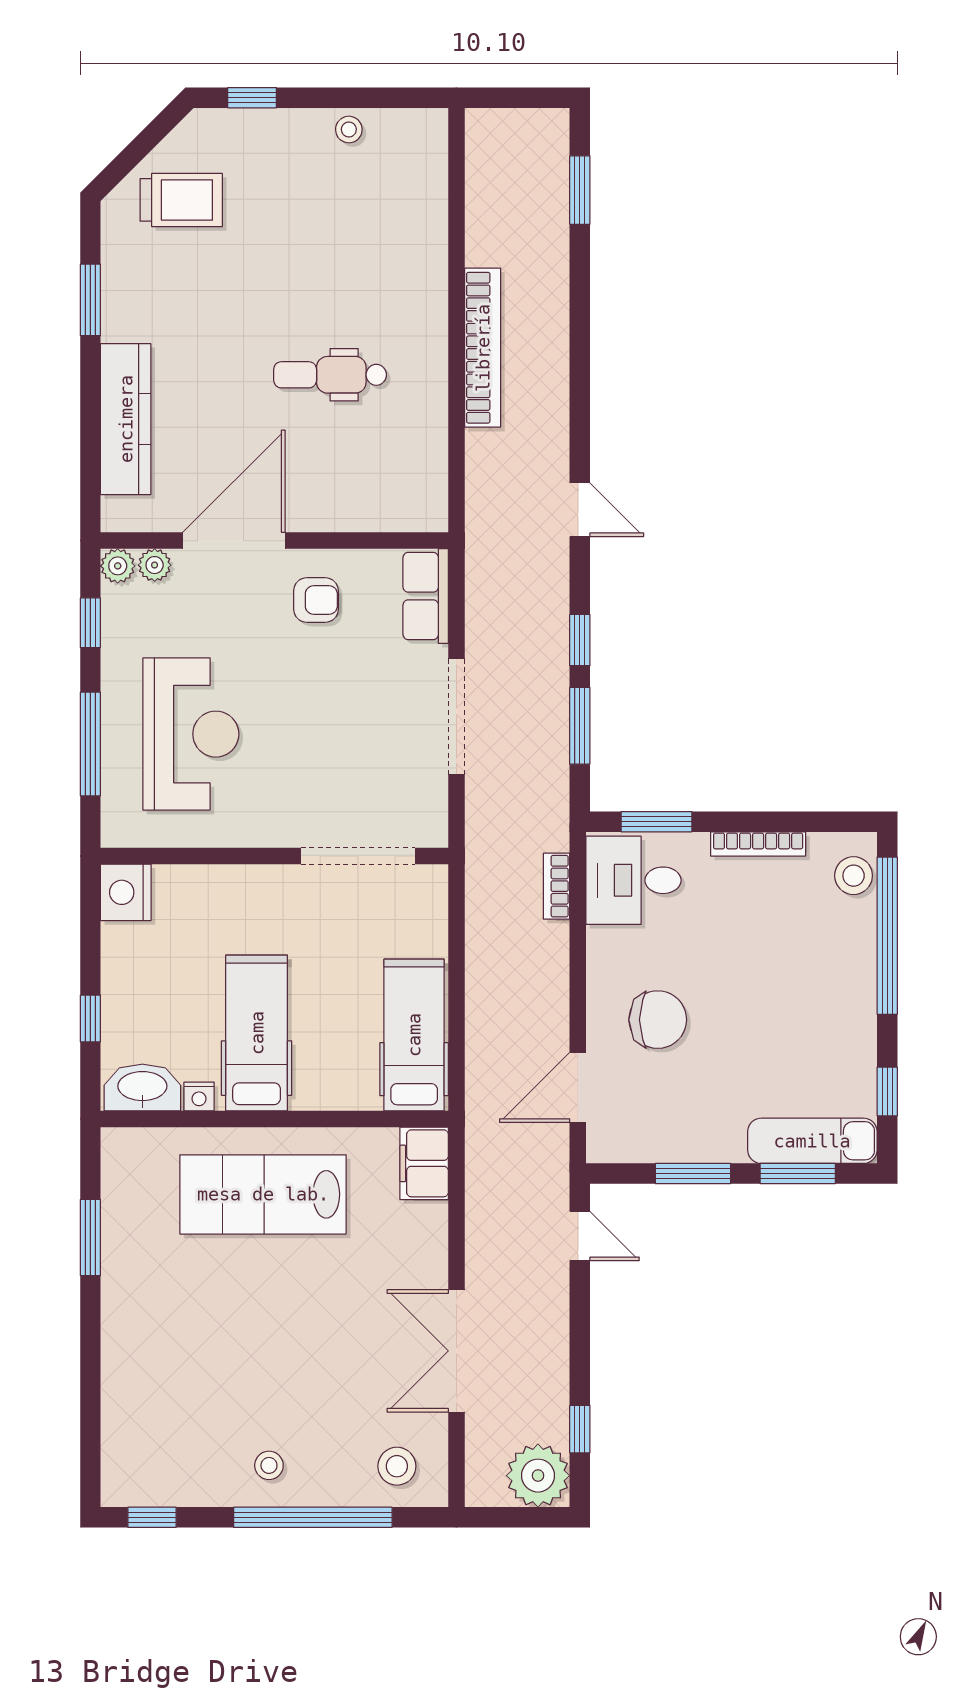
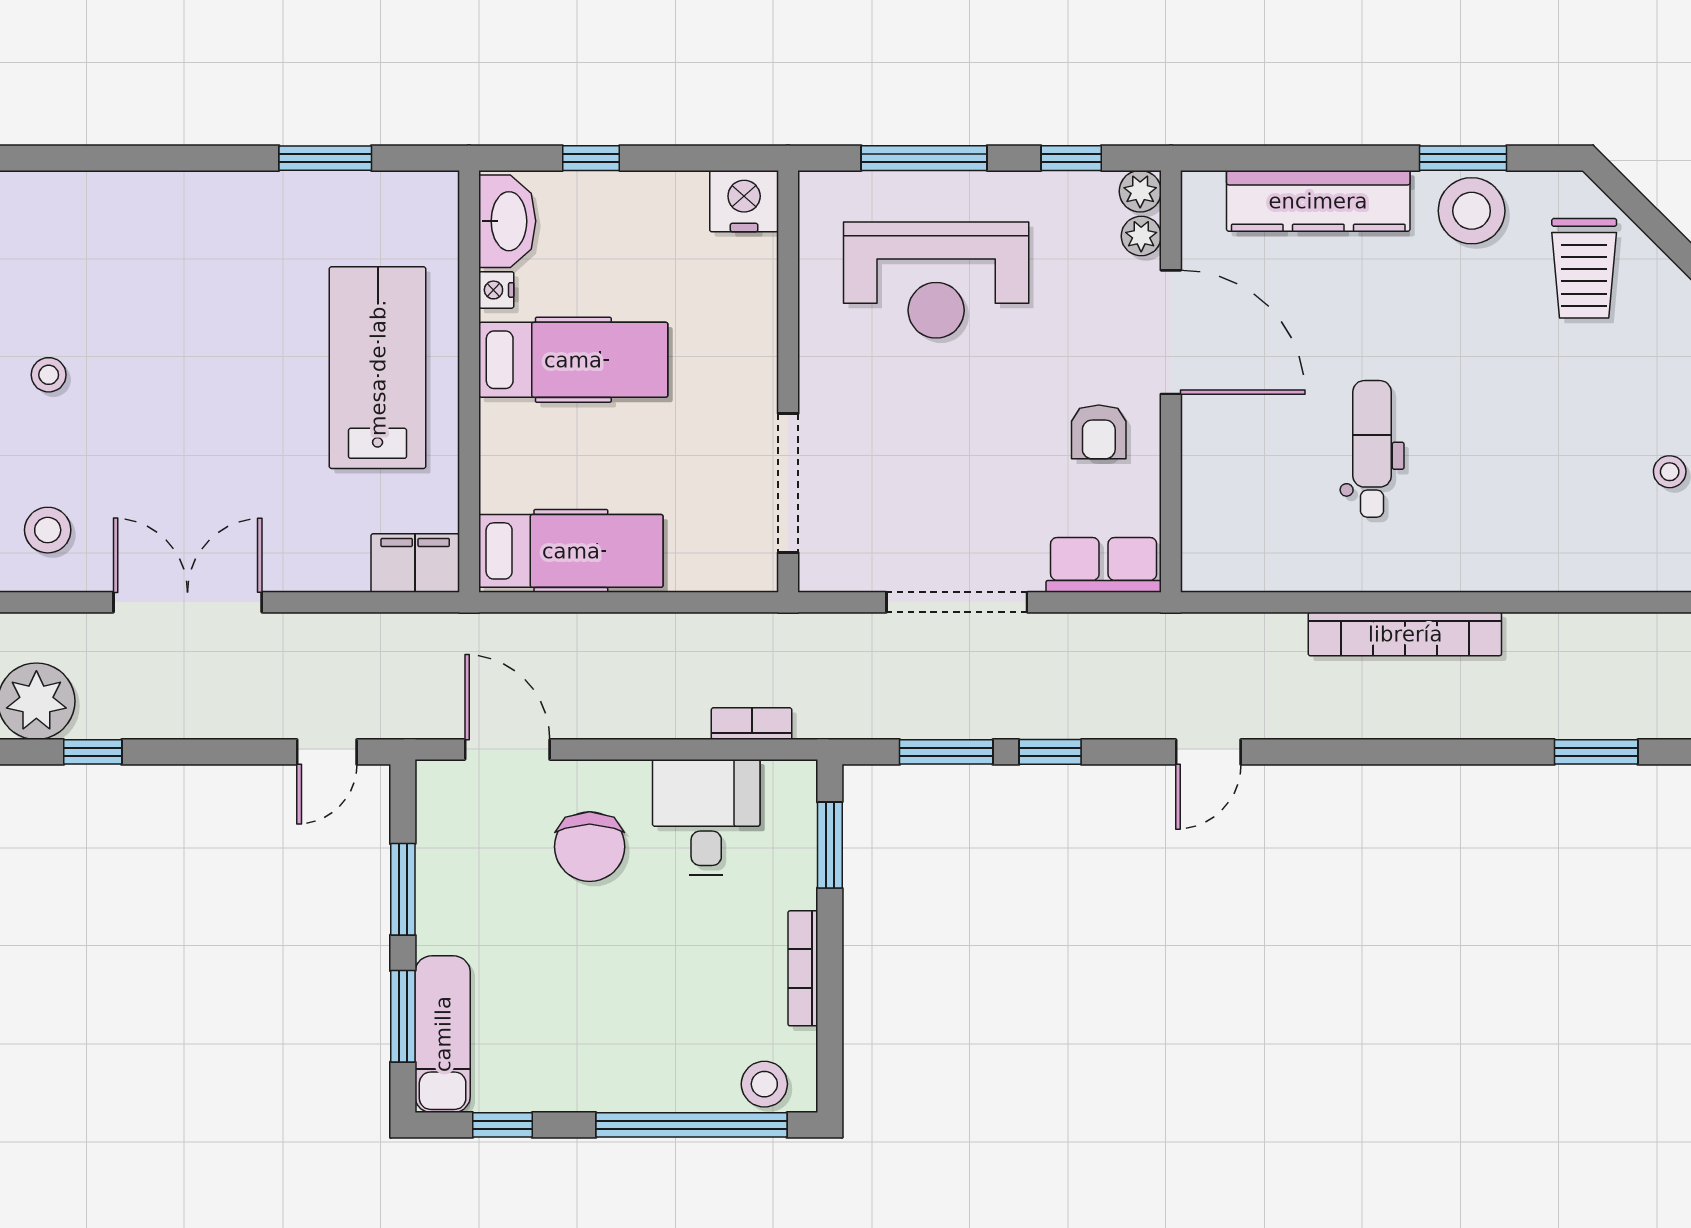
stool: (134, 293) -> (1472, 211), added
desk: (633, 880) -> (706, 817), moved

